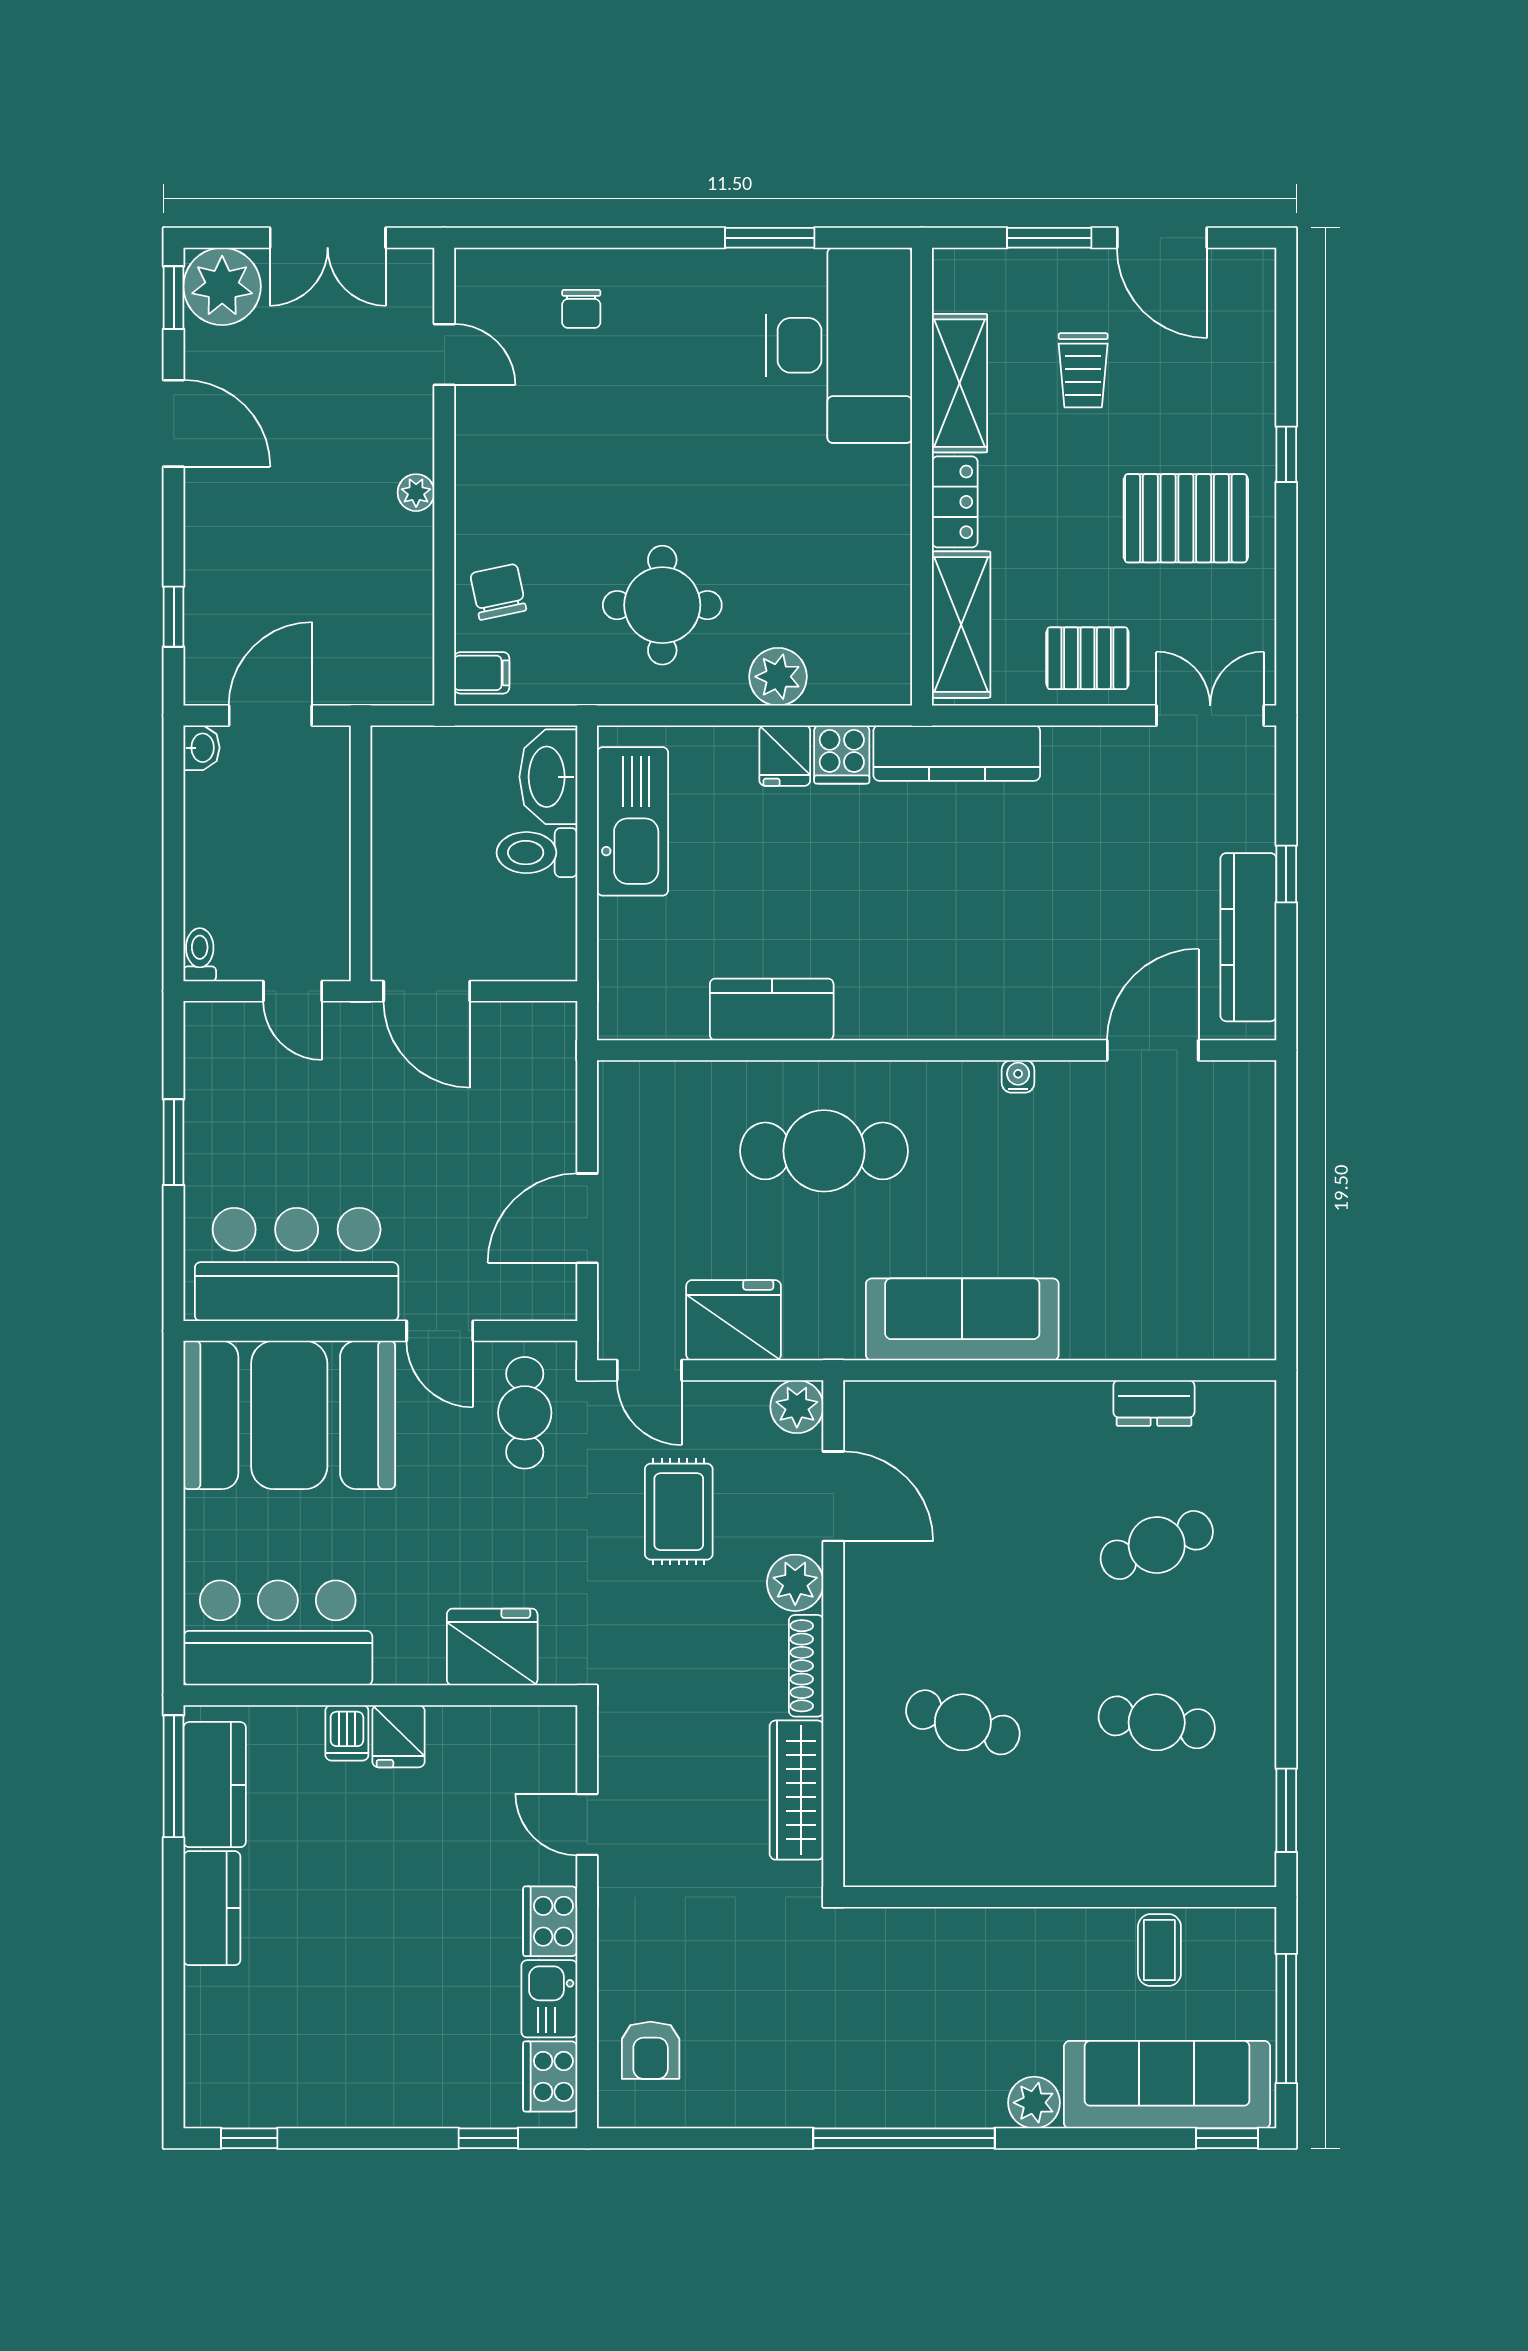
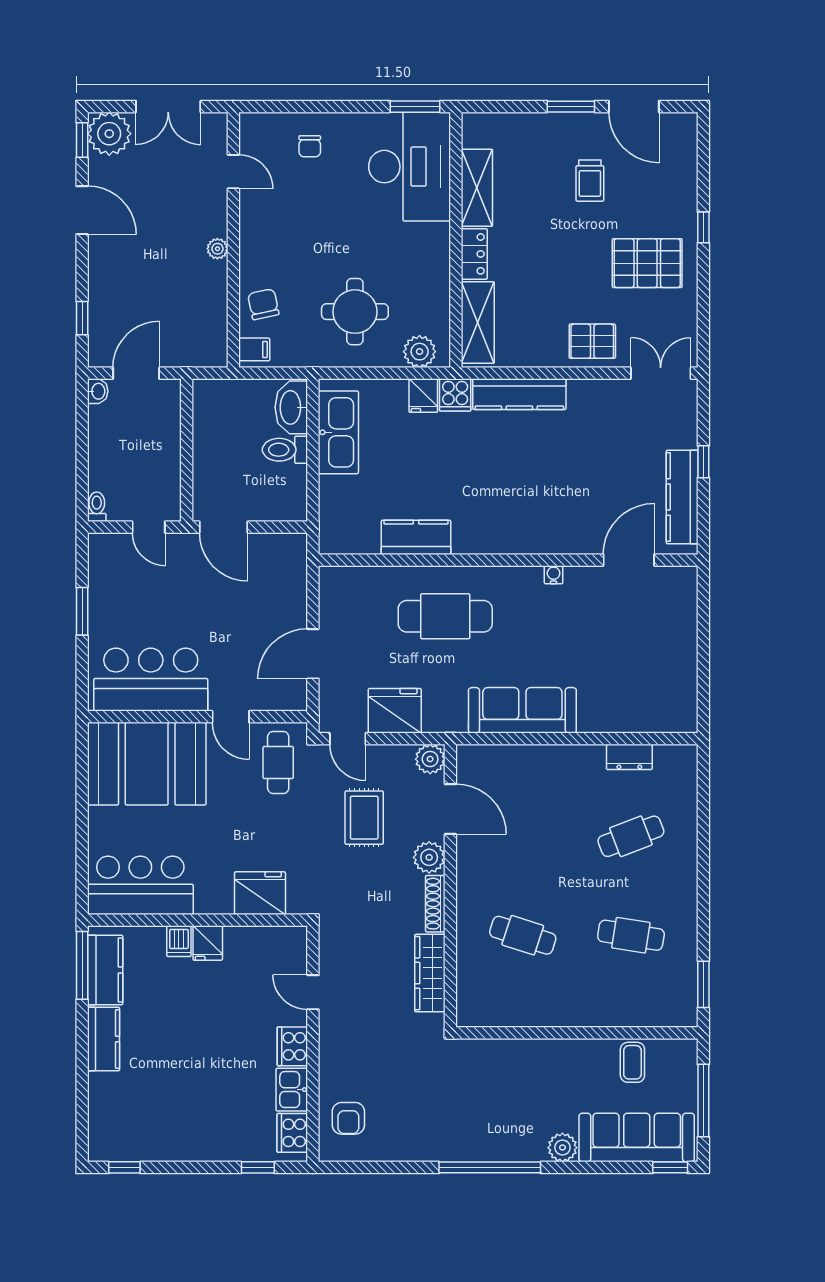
desk: (839, 345) -> (410, 167), moved
shelving: (959, 383) -> (477, 188), moved
wall: (922, 477) -> (456, 240), moved
locker: (955, 502) -> (474, 254), moved
shelving: (961, 625) -> (478, 322), moved

